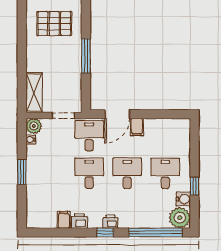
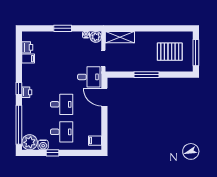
pallet: (54, 24) -> (170, 52), turned 90
filing cabinet: (137, 127) -> (95, 141), moved
desk: (89, 173) -> (62, 77), removed
printer: (79, 221) -> (27, 47), moved

